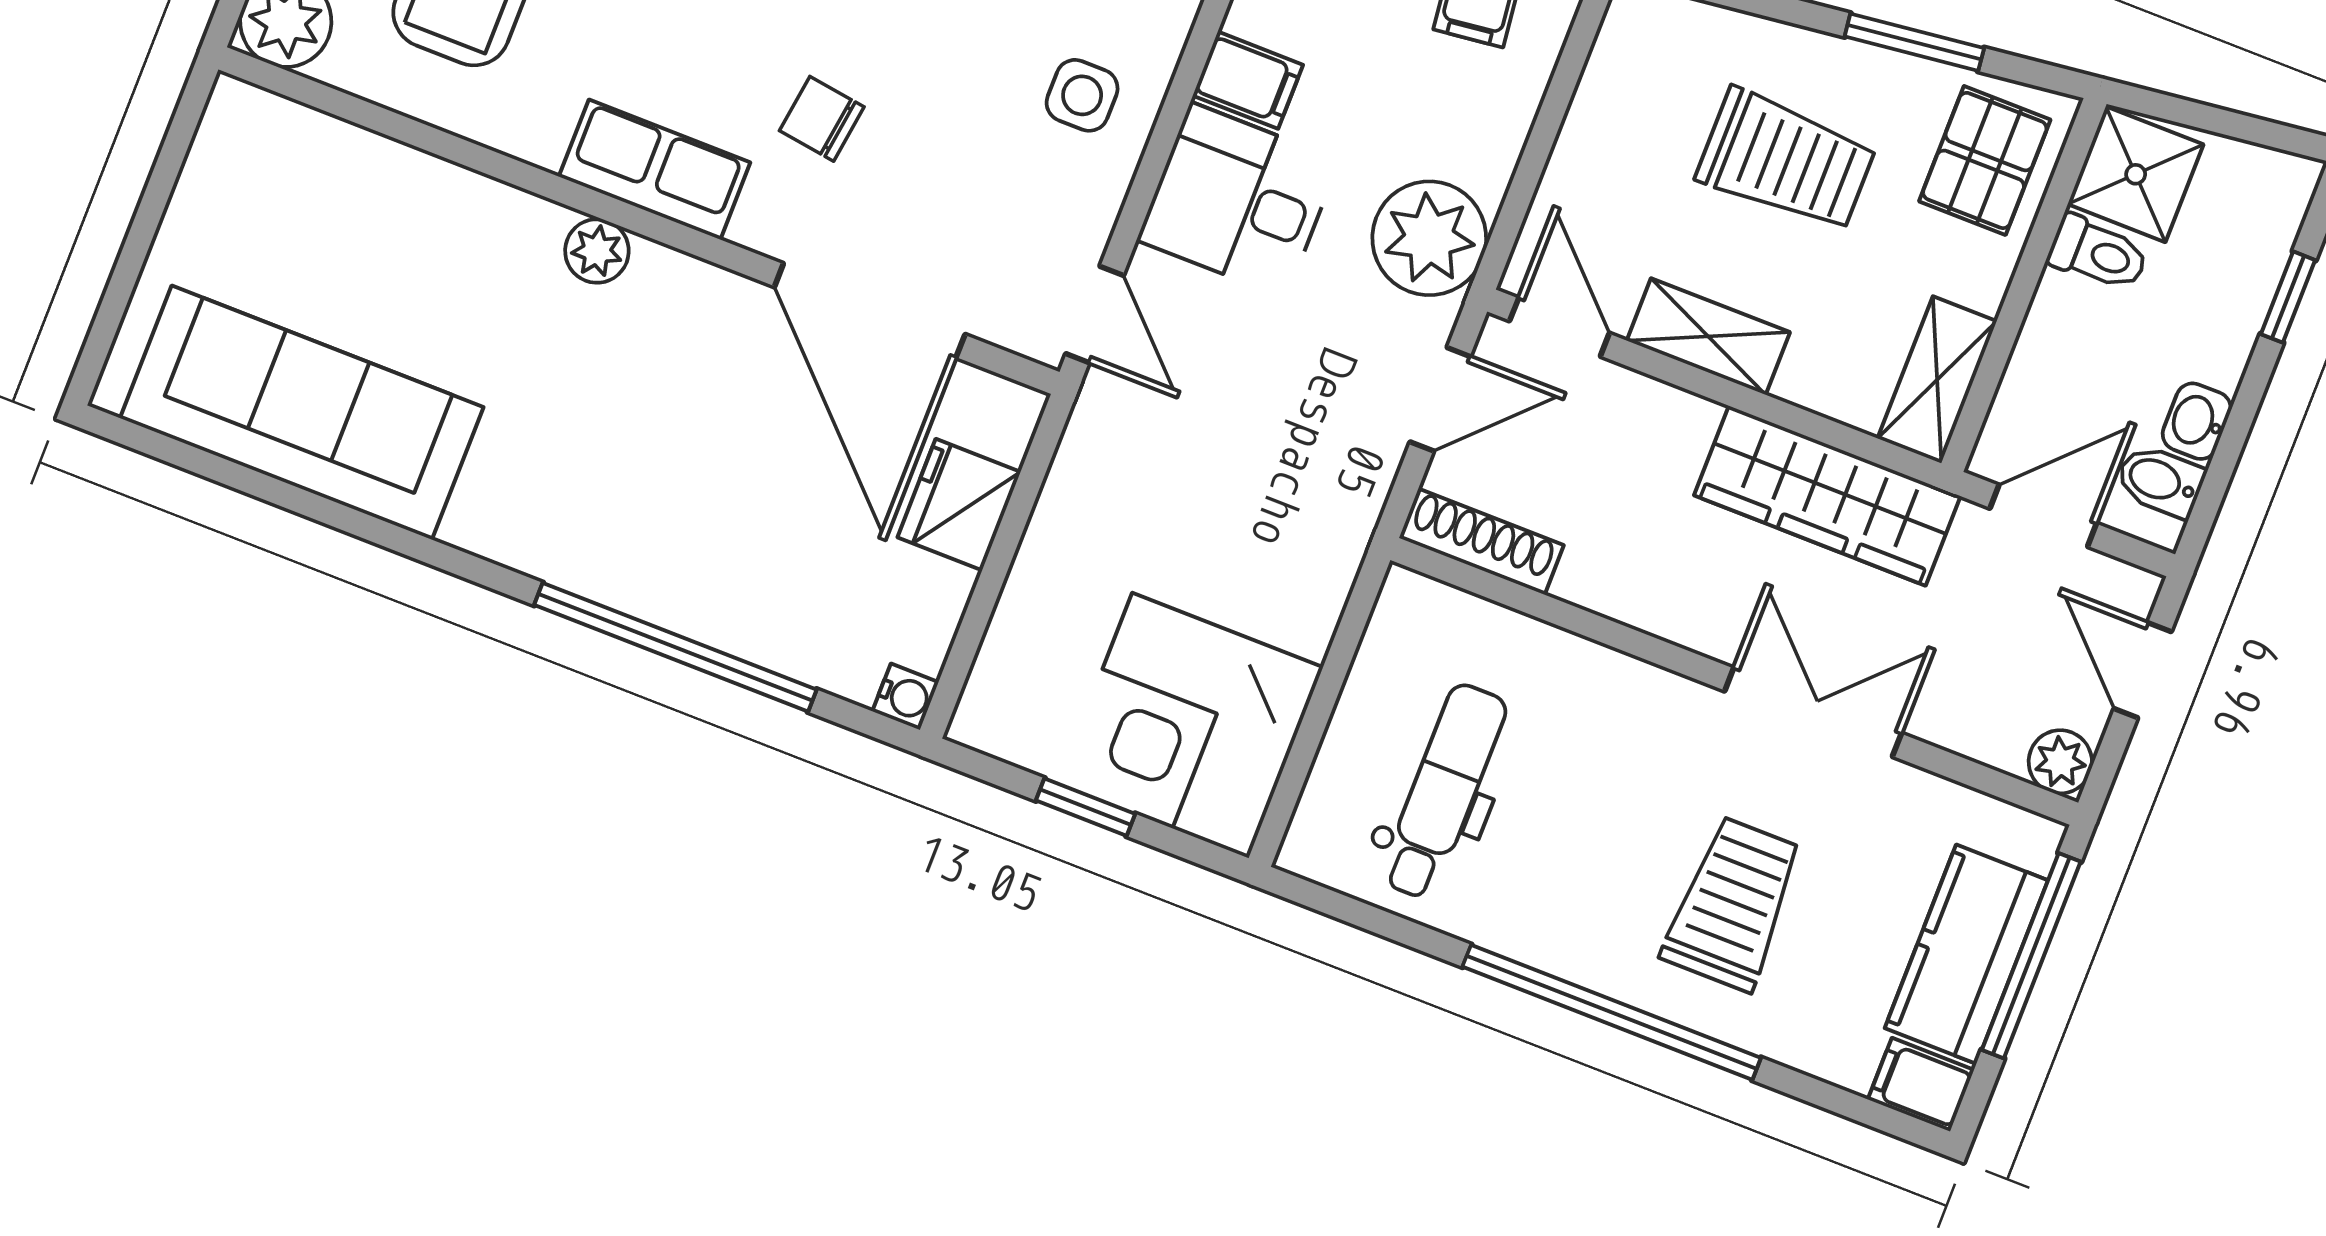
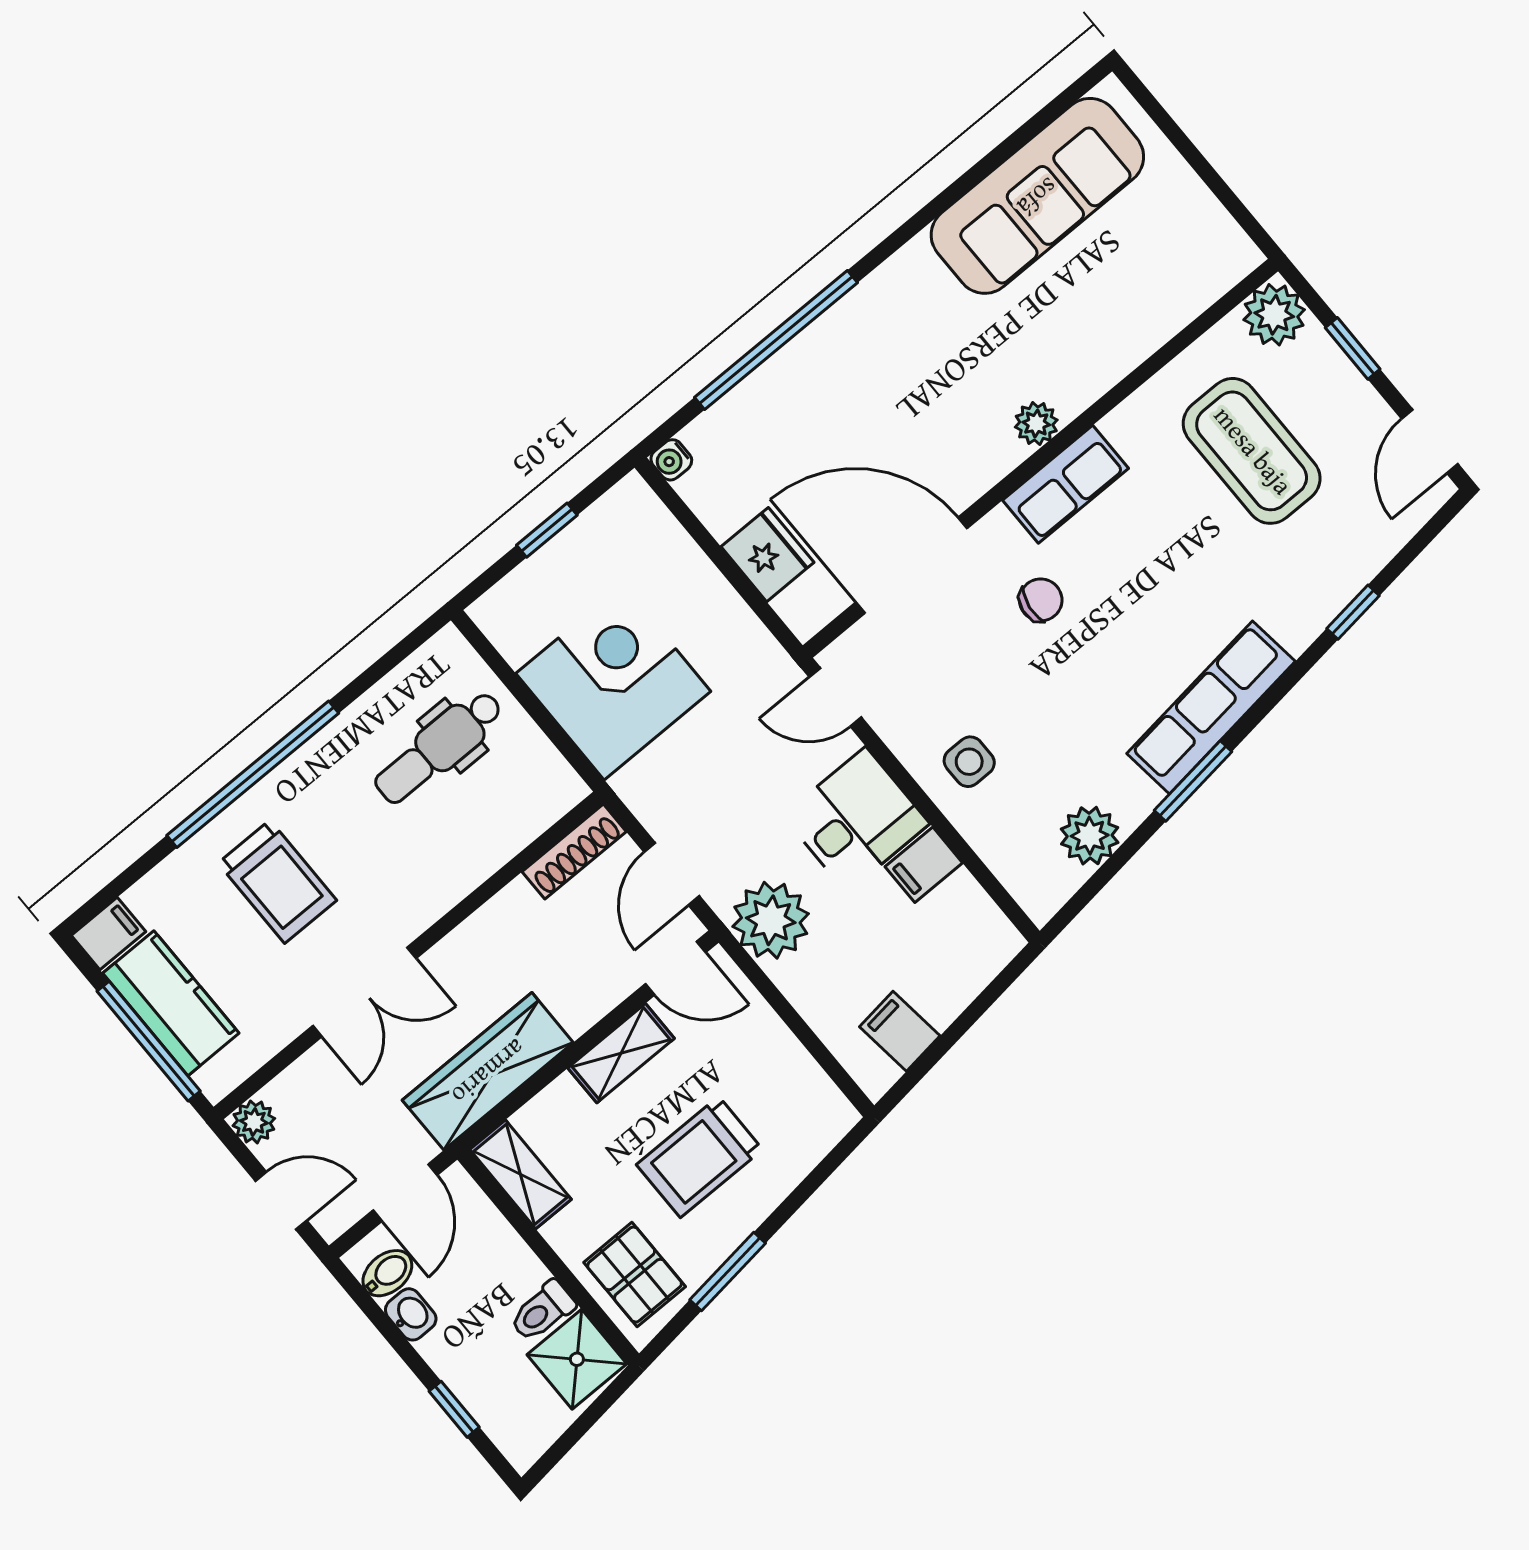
corner desk: (1190, 725) -> (613, 682), moved
dental chair: (1444, 791) -> (439, 747), turned 90

